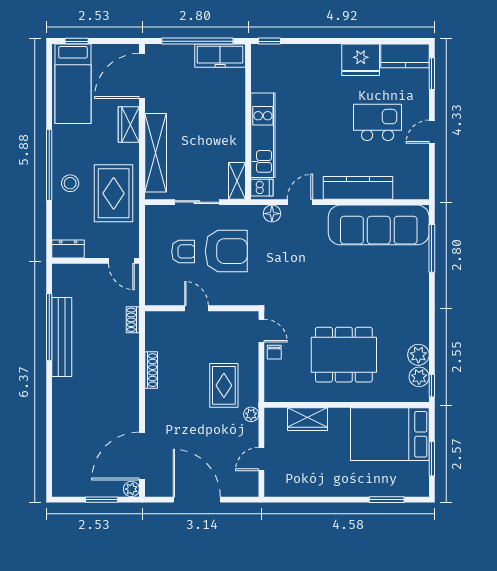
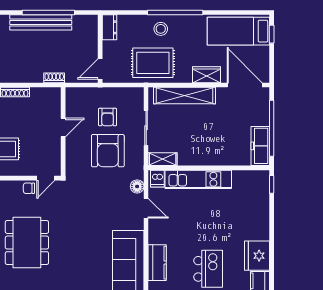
kitchen counter: (358, 188) -> (157, 263), width x0.67

